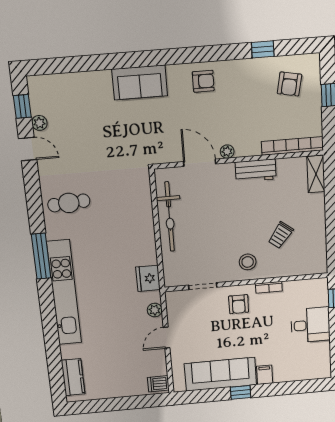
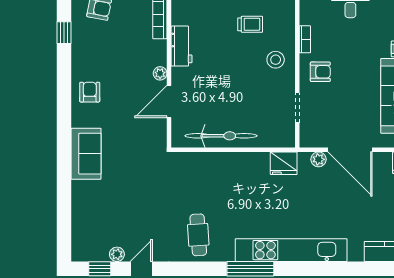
trolley: (281, 235) -> (250, 24), turned -37
door: (167, 338) -> (350, 150), width x1.87

